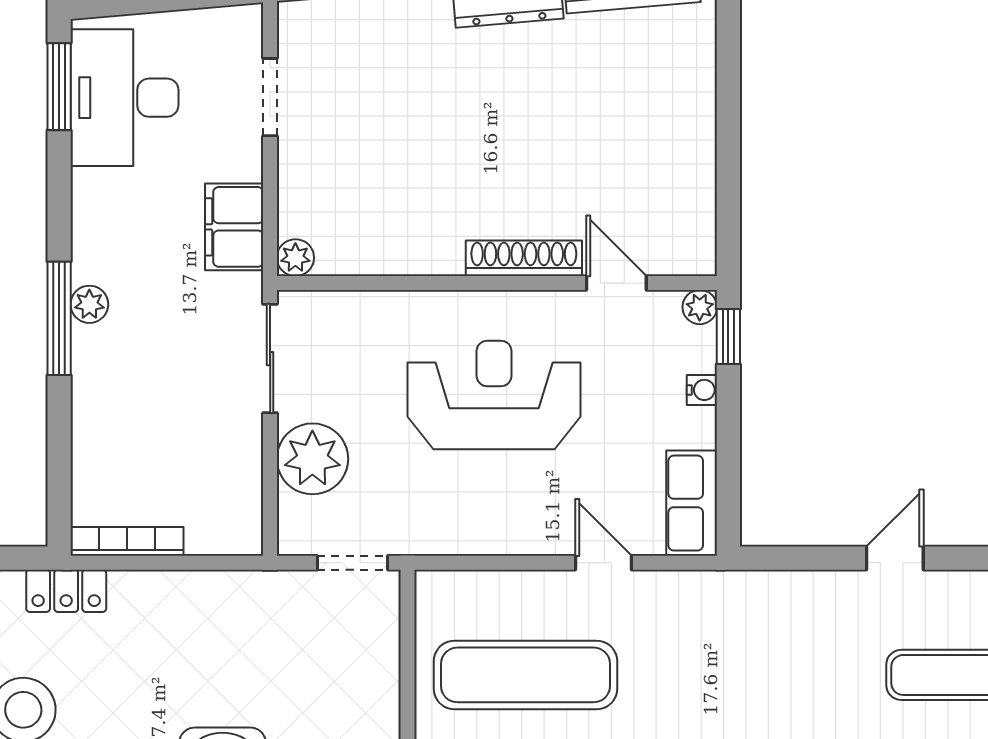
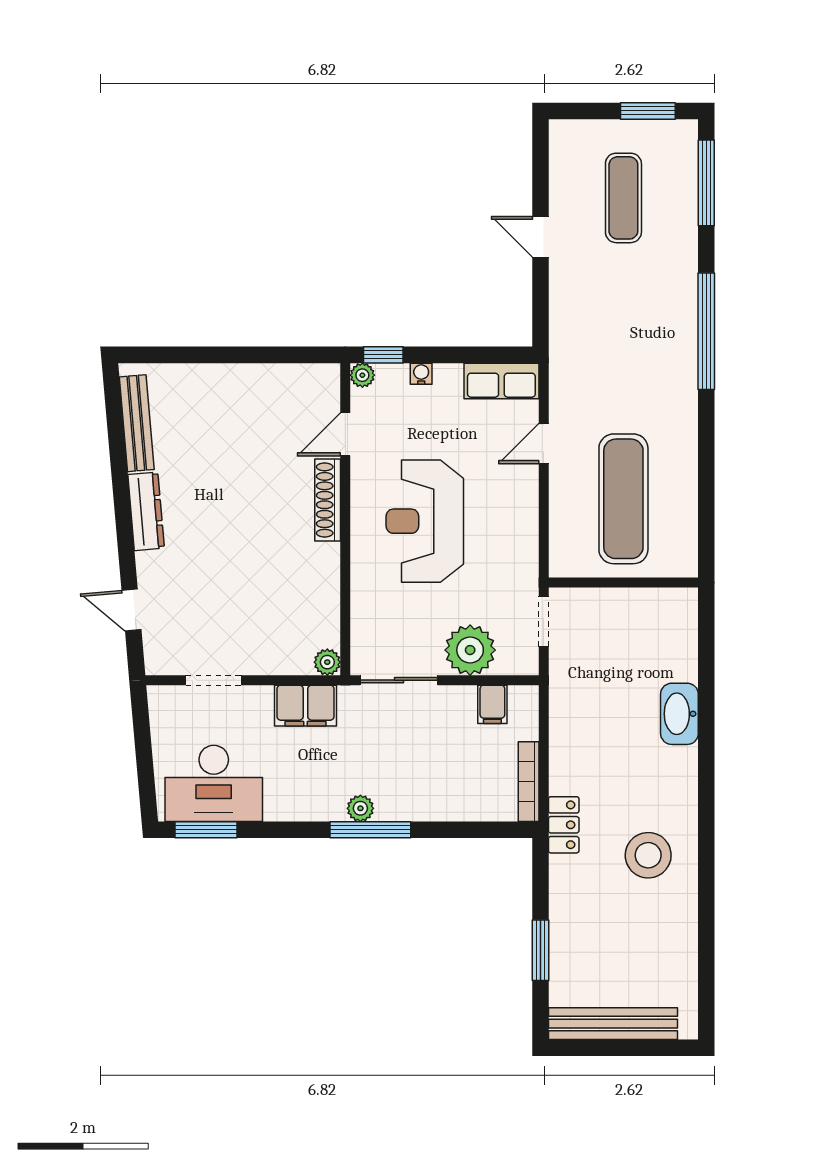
filing cabinet: (236, 490) -> (492, 704), added

